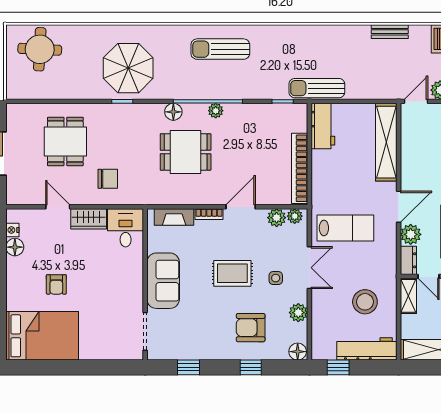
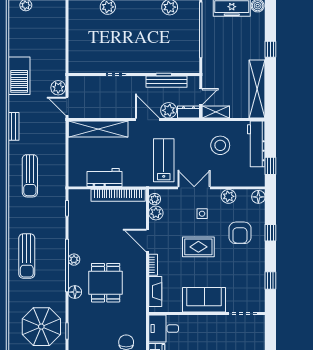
sun lounger: (317, 88) -> (30, 176), moved
workbench: (323, 126) -> (104, 177), moved
rug: (232, 273) -> (198, 247), turned 90

